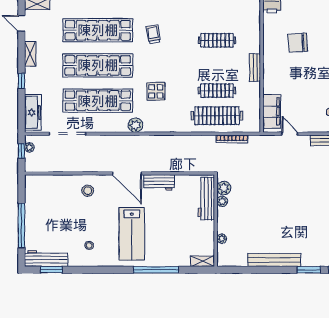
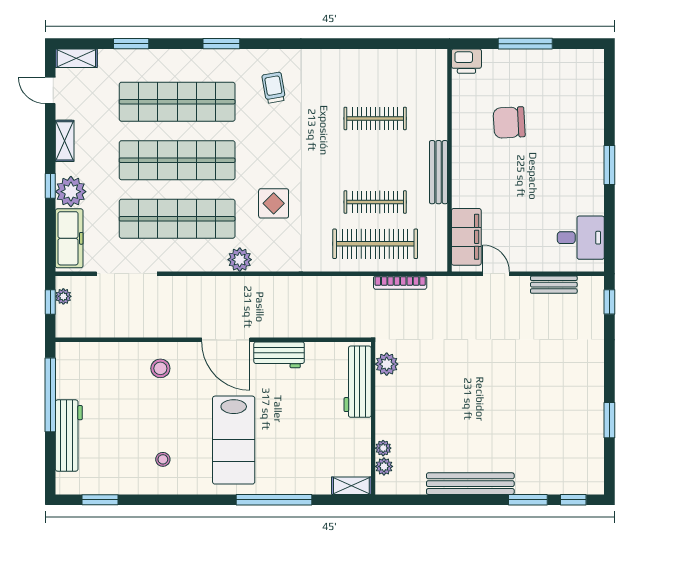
trolley: (153, 34) -> (274, 88), moved
bench: (255, 68) -> (439, 172), width x1.36
plant: (34, 84) -> (71, 192), added
plant: (222, 201) -> (384, 466), moved
window: (21, 225) -> (50, 395), moved
workbench: (46, 258) -> (69, 436), moved, turned 90

